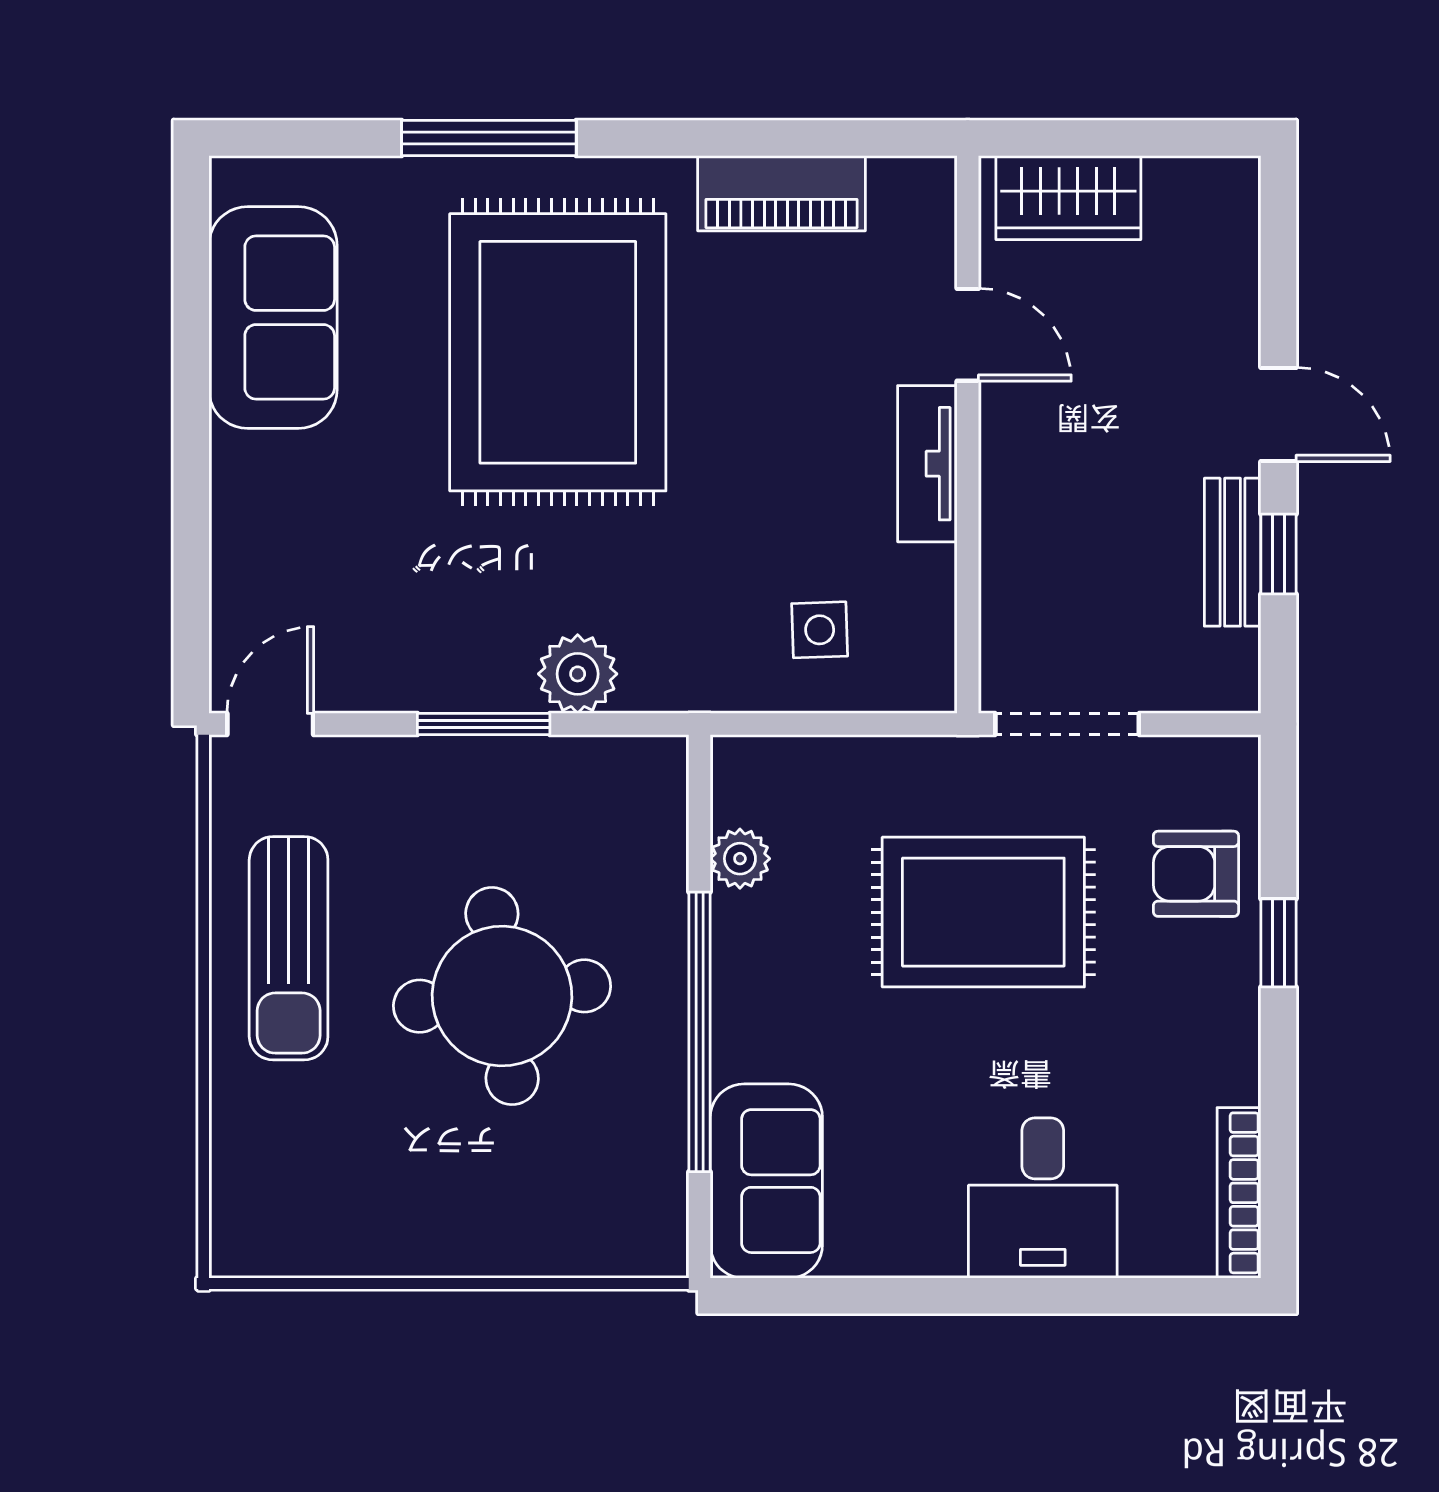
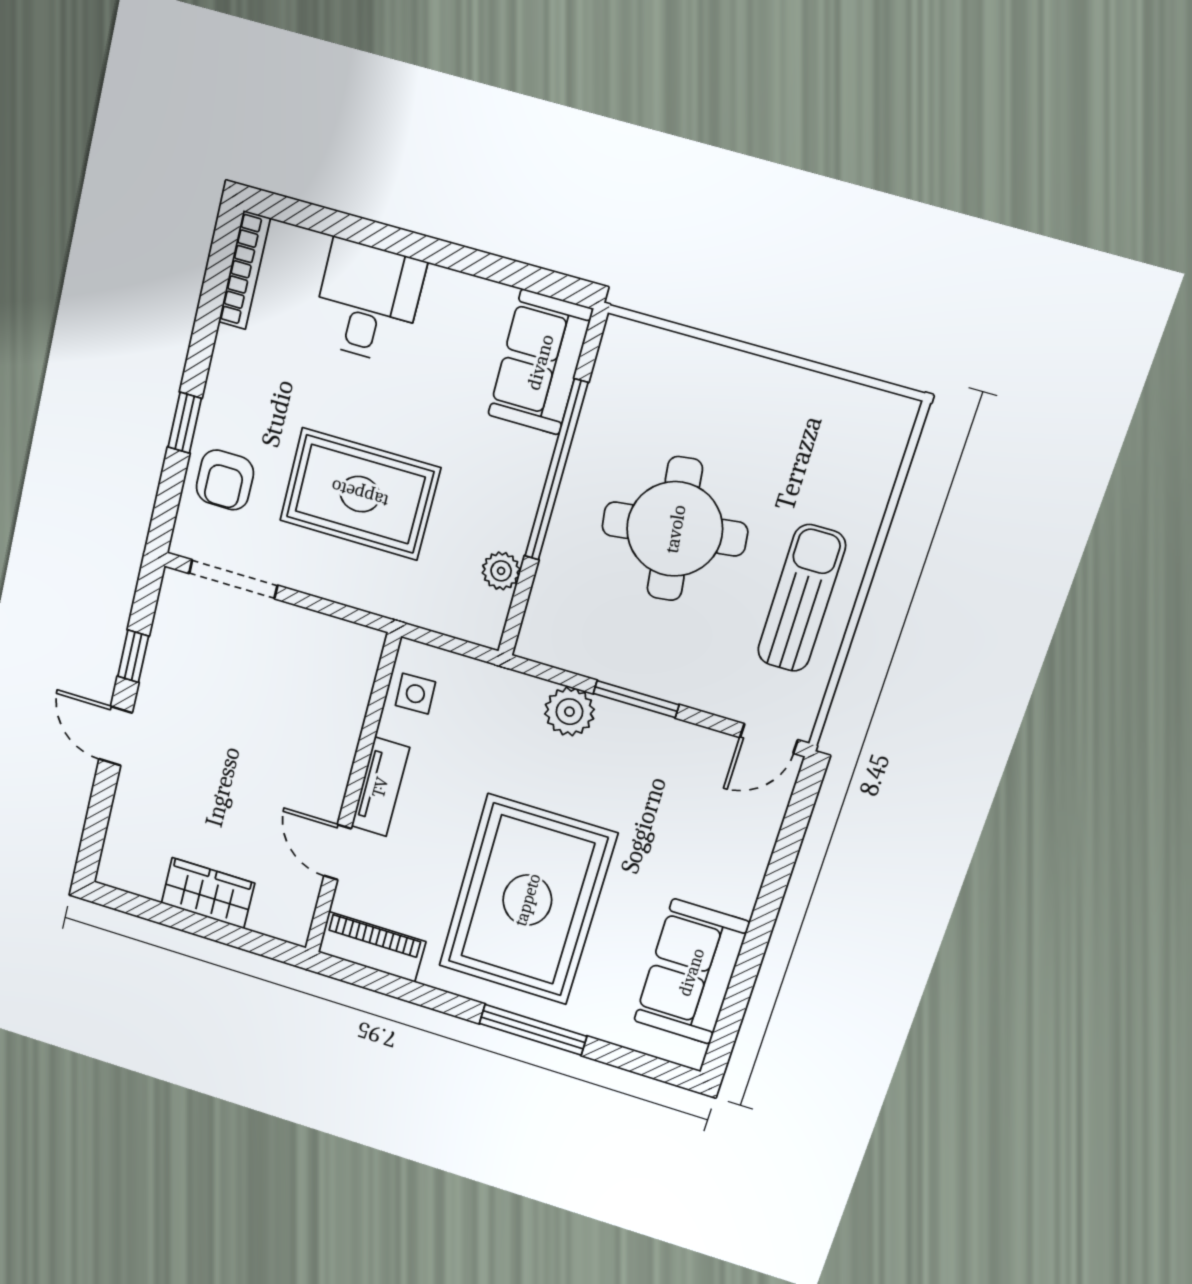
door: (968, 335) -> (338, 852), moved
wall: (968, 435) -> (352, 796), moved
tv unit: (927, 464) -> (380, 787), moved
bench: (1233, 552) -> (160, 665), removed
doorway: (1067, 724) -> (233, 579), moved
armchair: (1196, 874) -> (225, 480), turned 90

